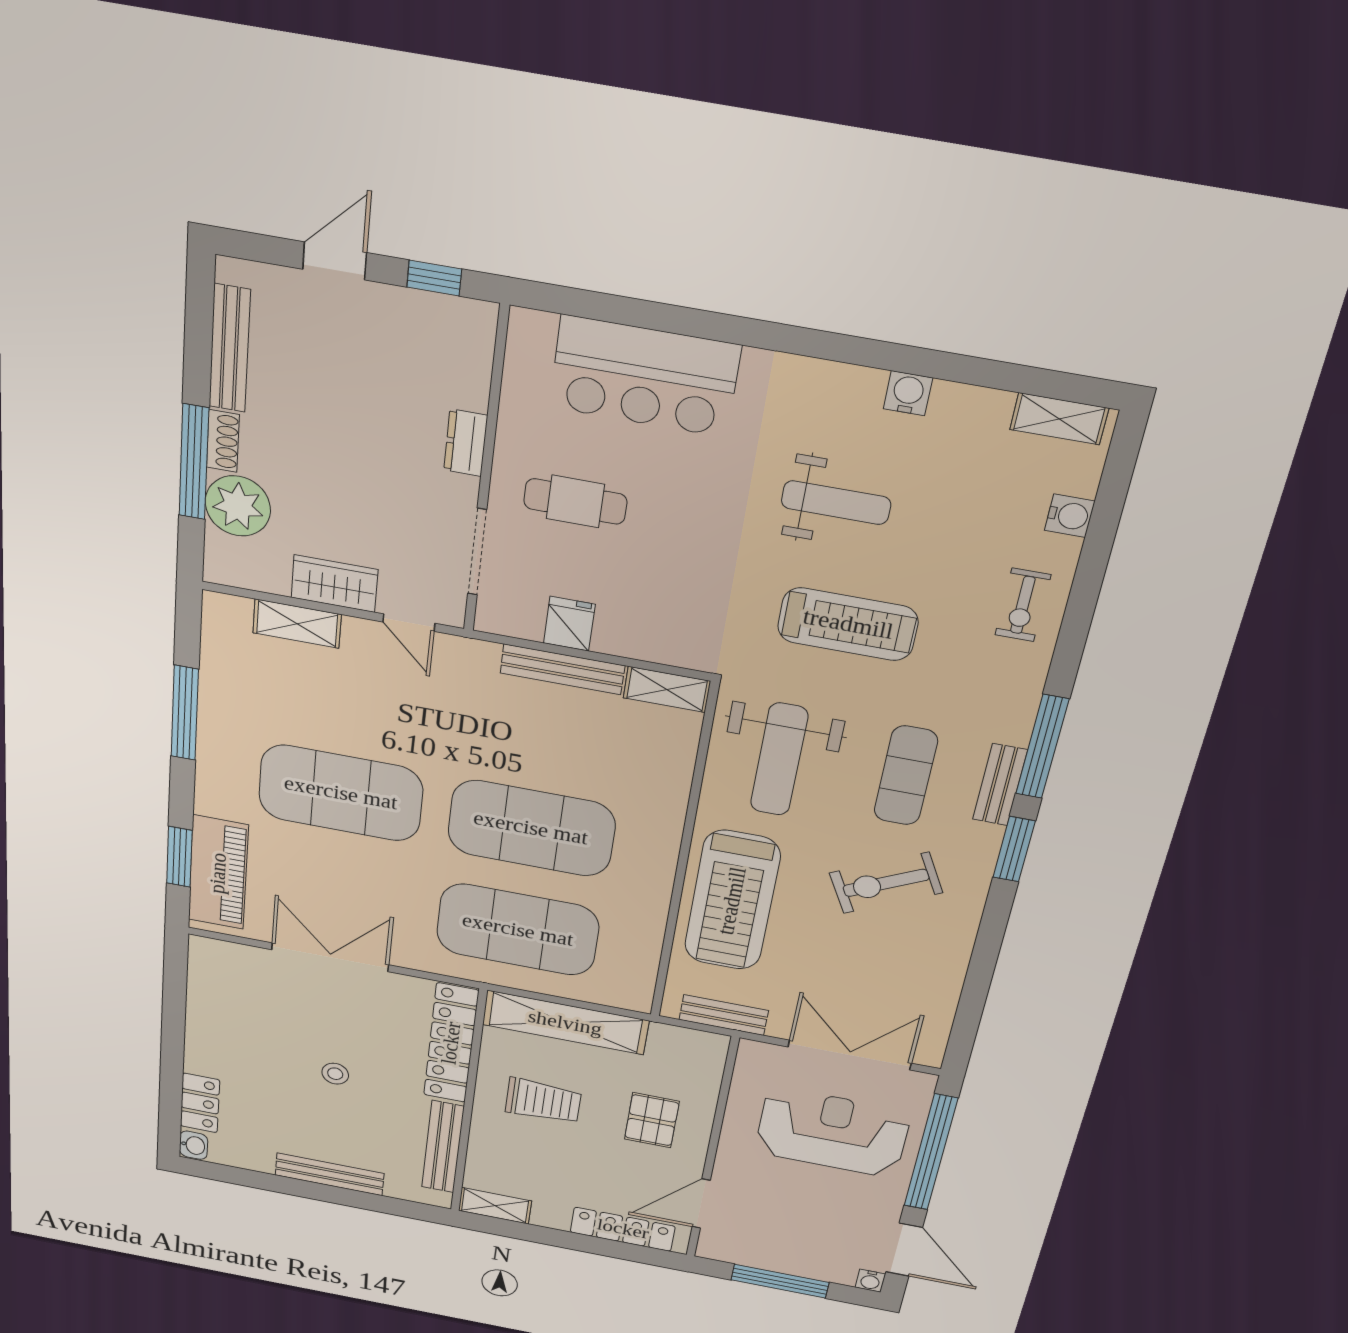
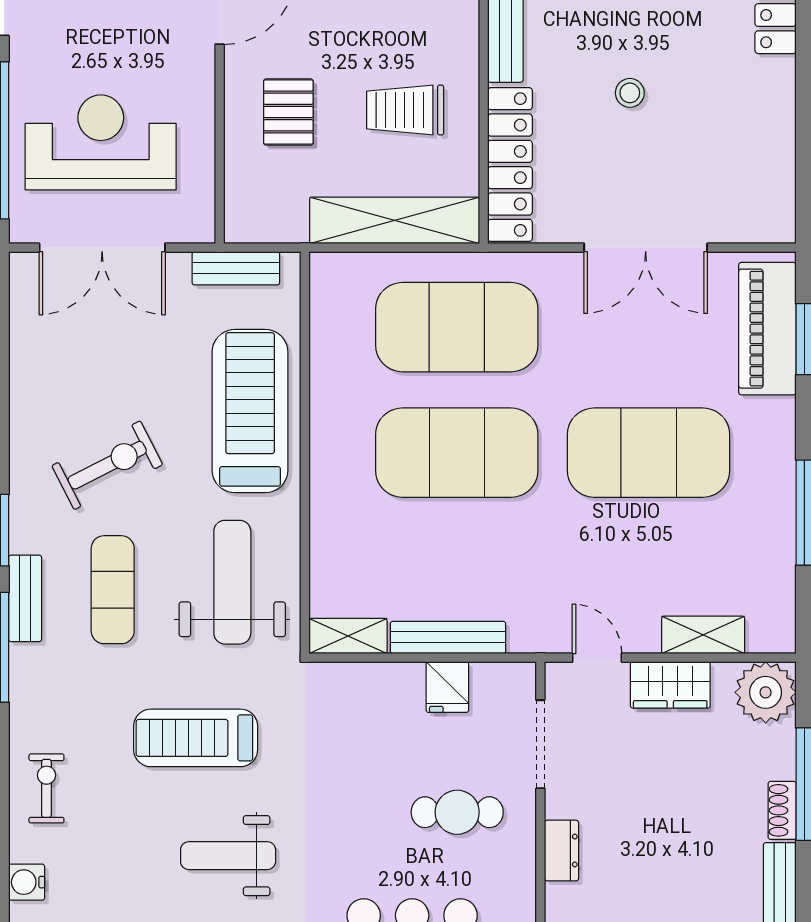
plant: (238, 506) -> (766, 692), moved
reception desk: (832, 1132) -> (101, 142), turned 180

